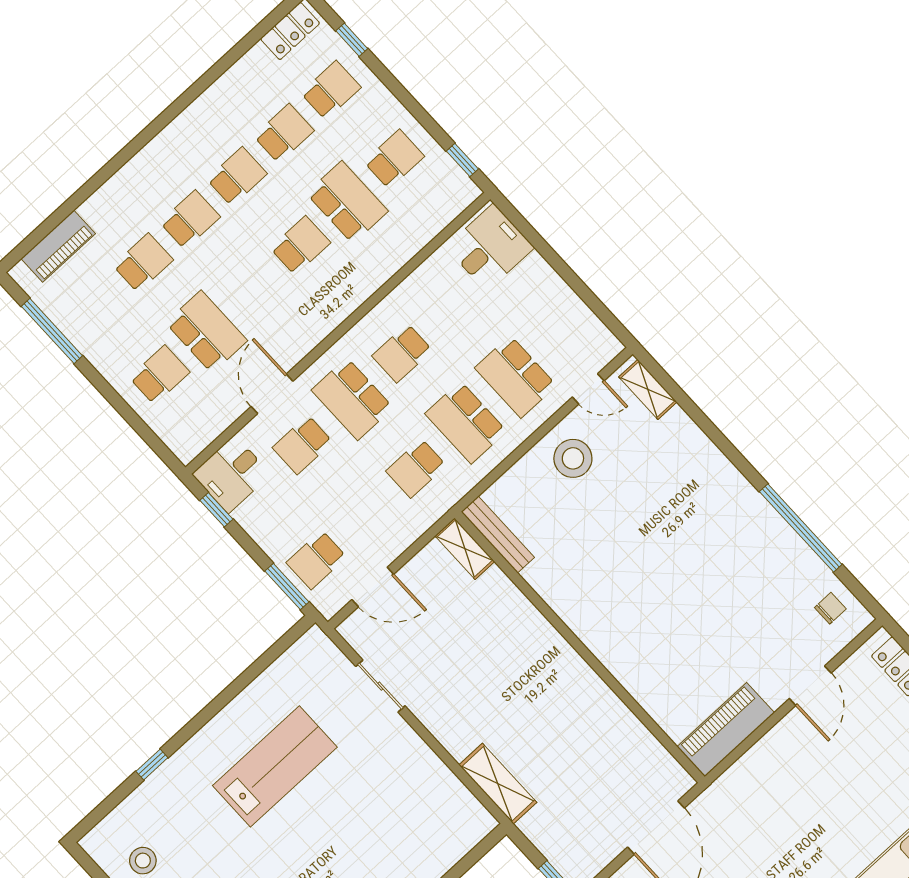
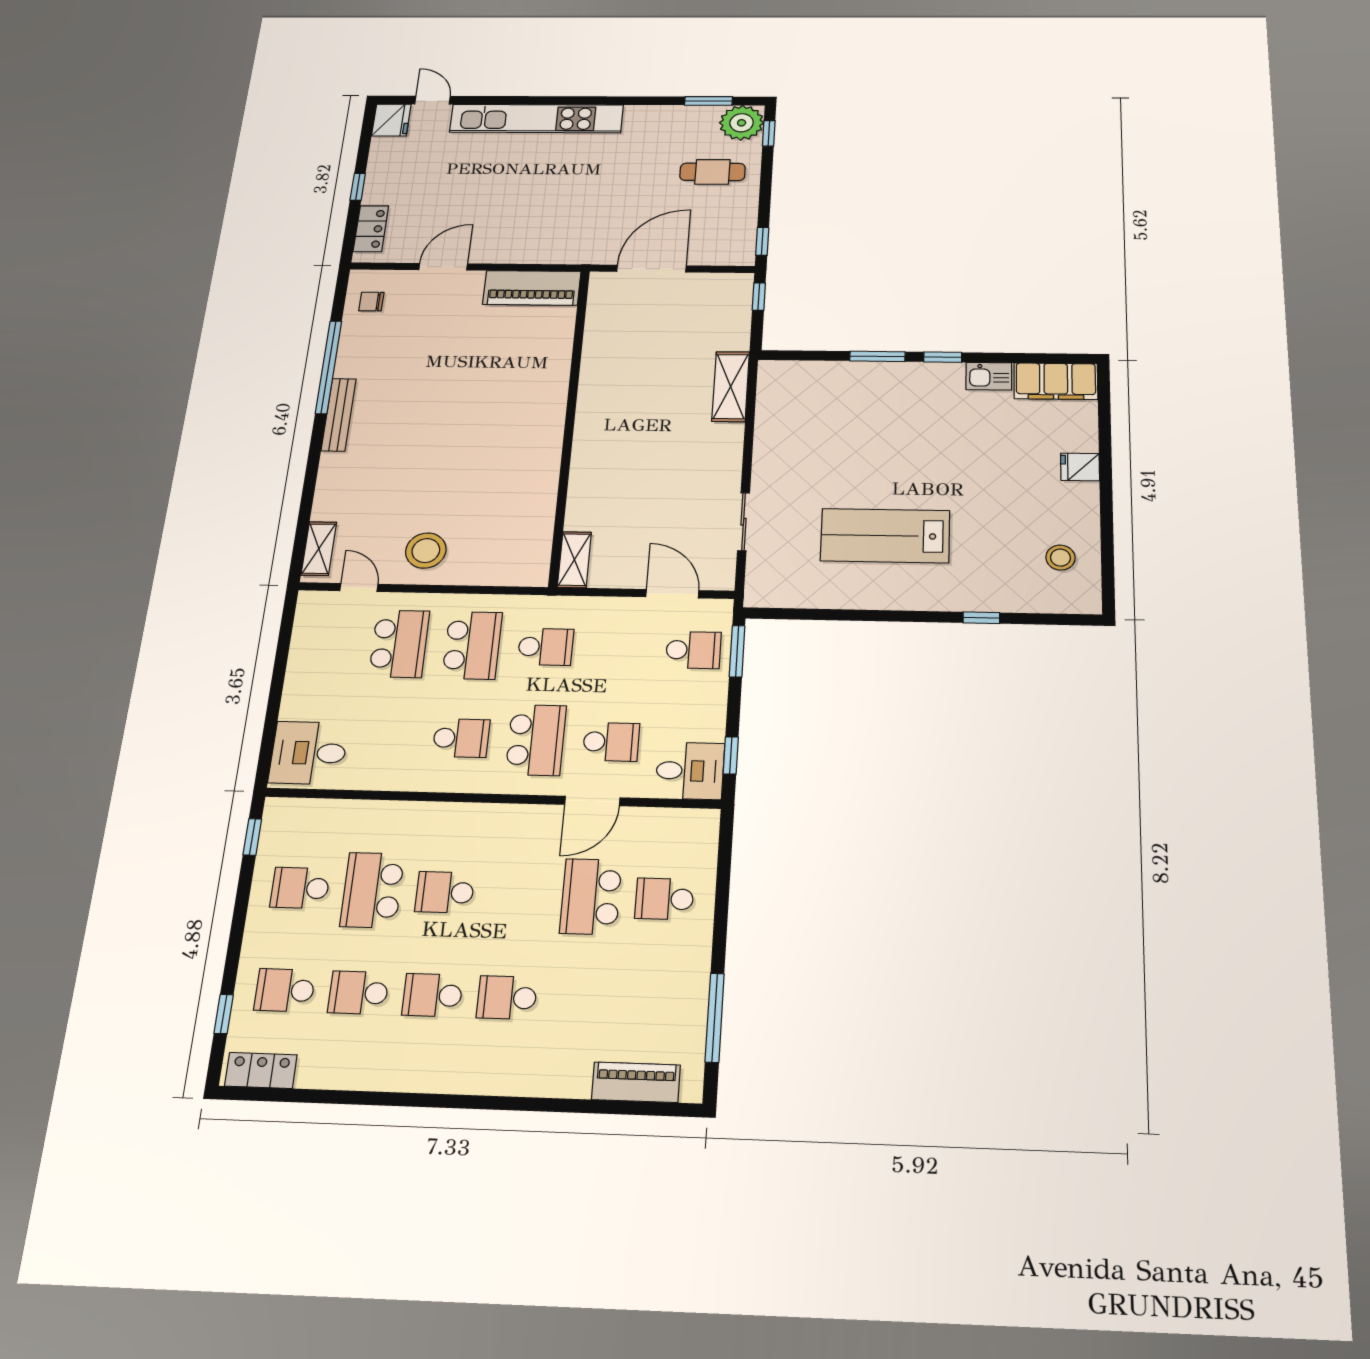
school desk: (143, 263) -> (582, 1000), removed
bench: (498, 535) -> (339, 415), moved

